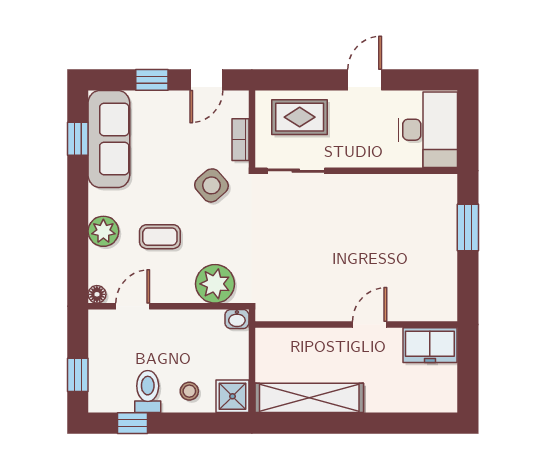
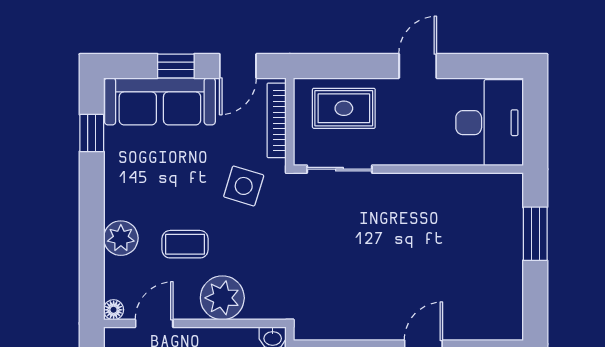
sofa: (109, 139) -> (160, 101), moved, turned 90
bookcase: (240, 140) -> (277, 120), width x1.56
side table: (211, 185) -> (244, 186), turned -32
plant: (215, 284) -> (222, 298), moved

